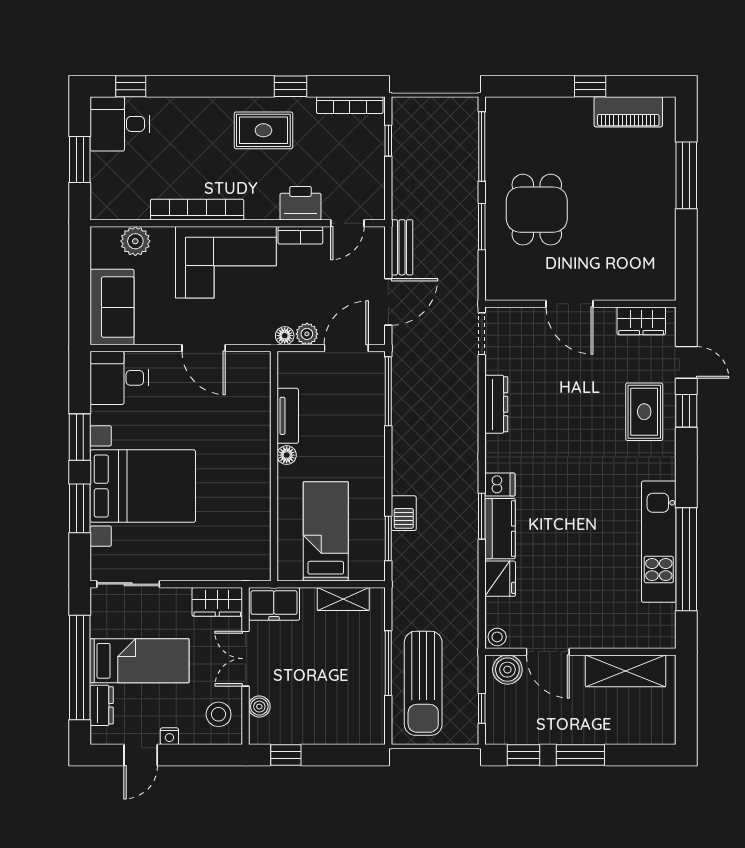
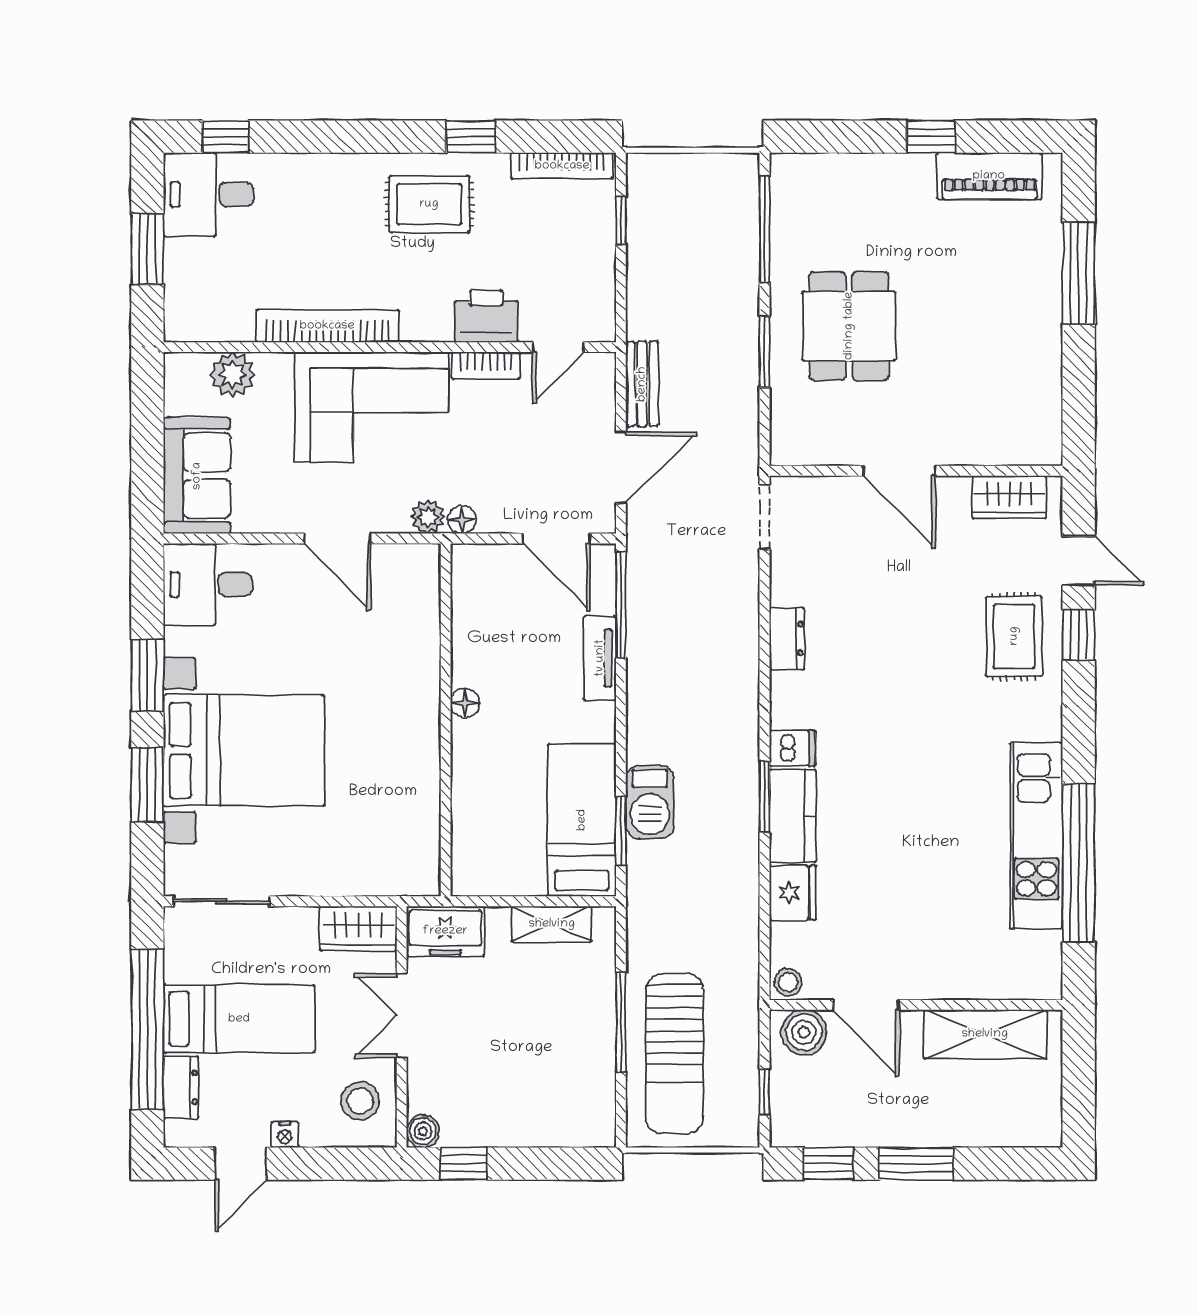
plant: (307, 334) -> (428, 517), moved
door: (346, 348) -> (556, 538), swing flipped
dresser: (496, 404) -> (787, 639), width x0.70
tv unit: (288, 416) -> (600, 658), moved, turned 180
barbecue: (404, 513) -> (650, 802), width x1.38, depth x1.27
bed: (326, 531) -> (582, 820), moved
boiler: (259, 707) -> (423, 1131), moved

